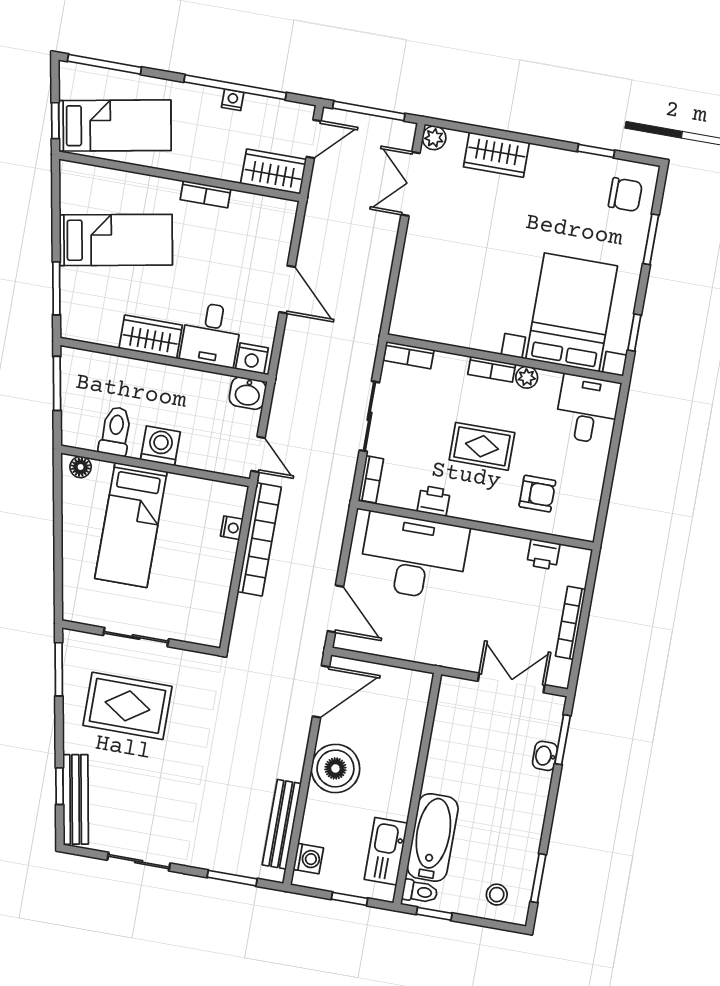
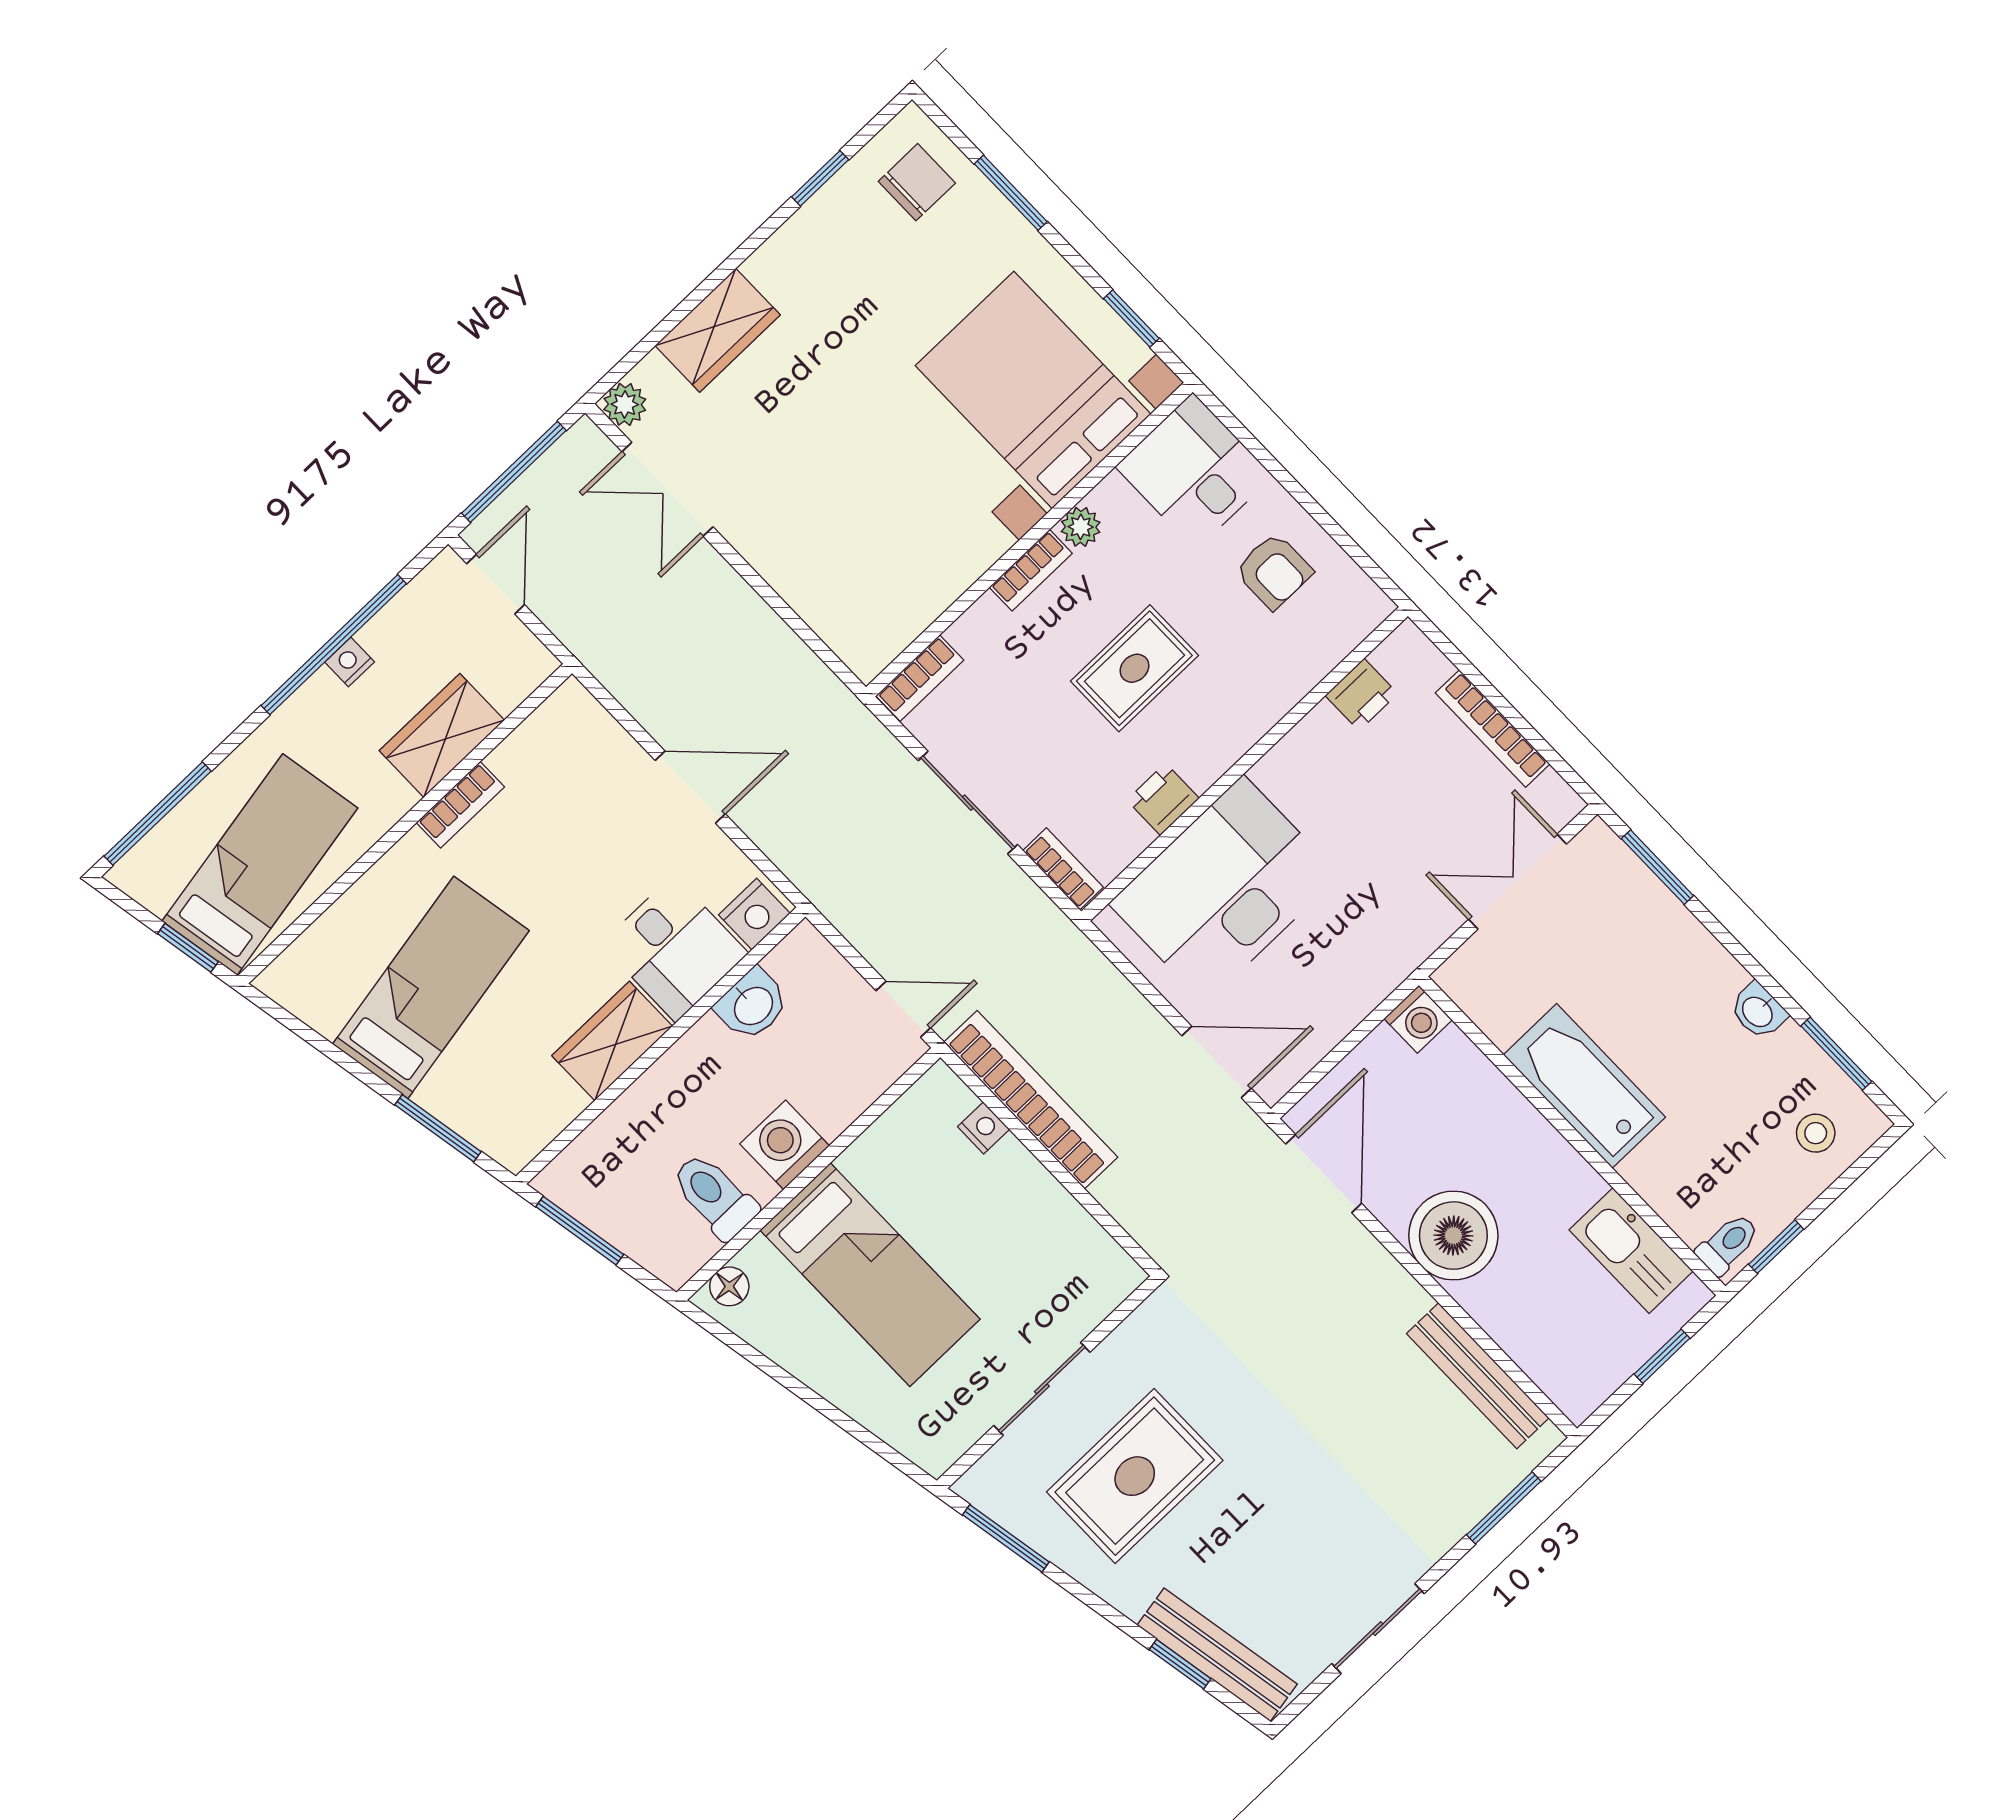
wardrobe: (274, 172) -> (442, 735), moved
washbasin: (248, 393) -> (752, 1005), moved
armchair: (537, 494) -> (1274, 571), moved, turned 90
washbasin: (545, 756) -> (1758, 1011), moved
bathtub: (433, 837) -> (1584, 1086), moved
washing machine: (308, 859) -> (1418, 1019), moved, turned 90

